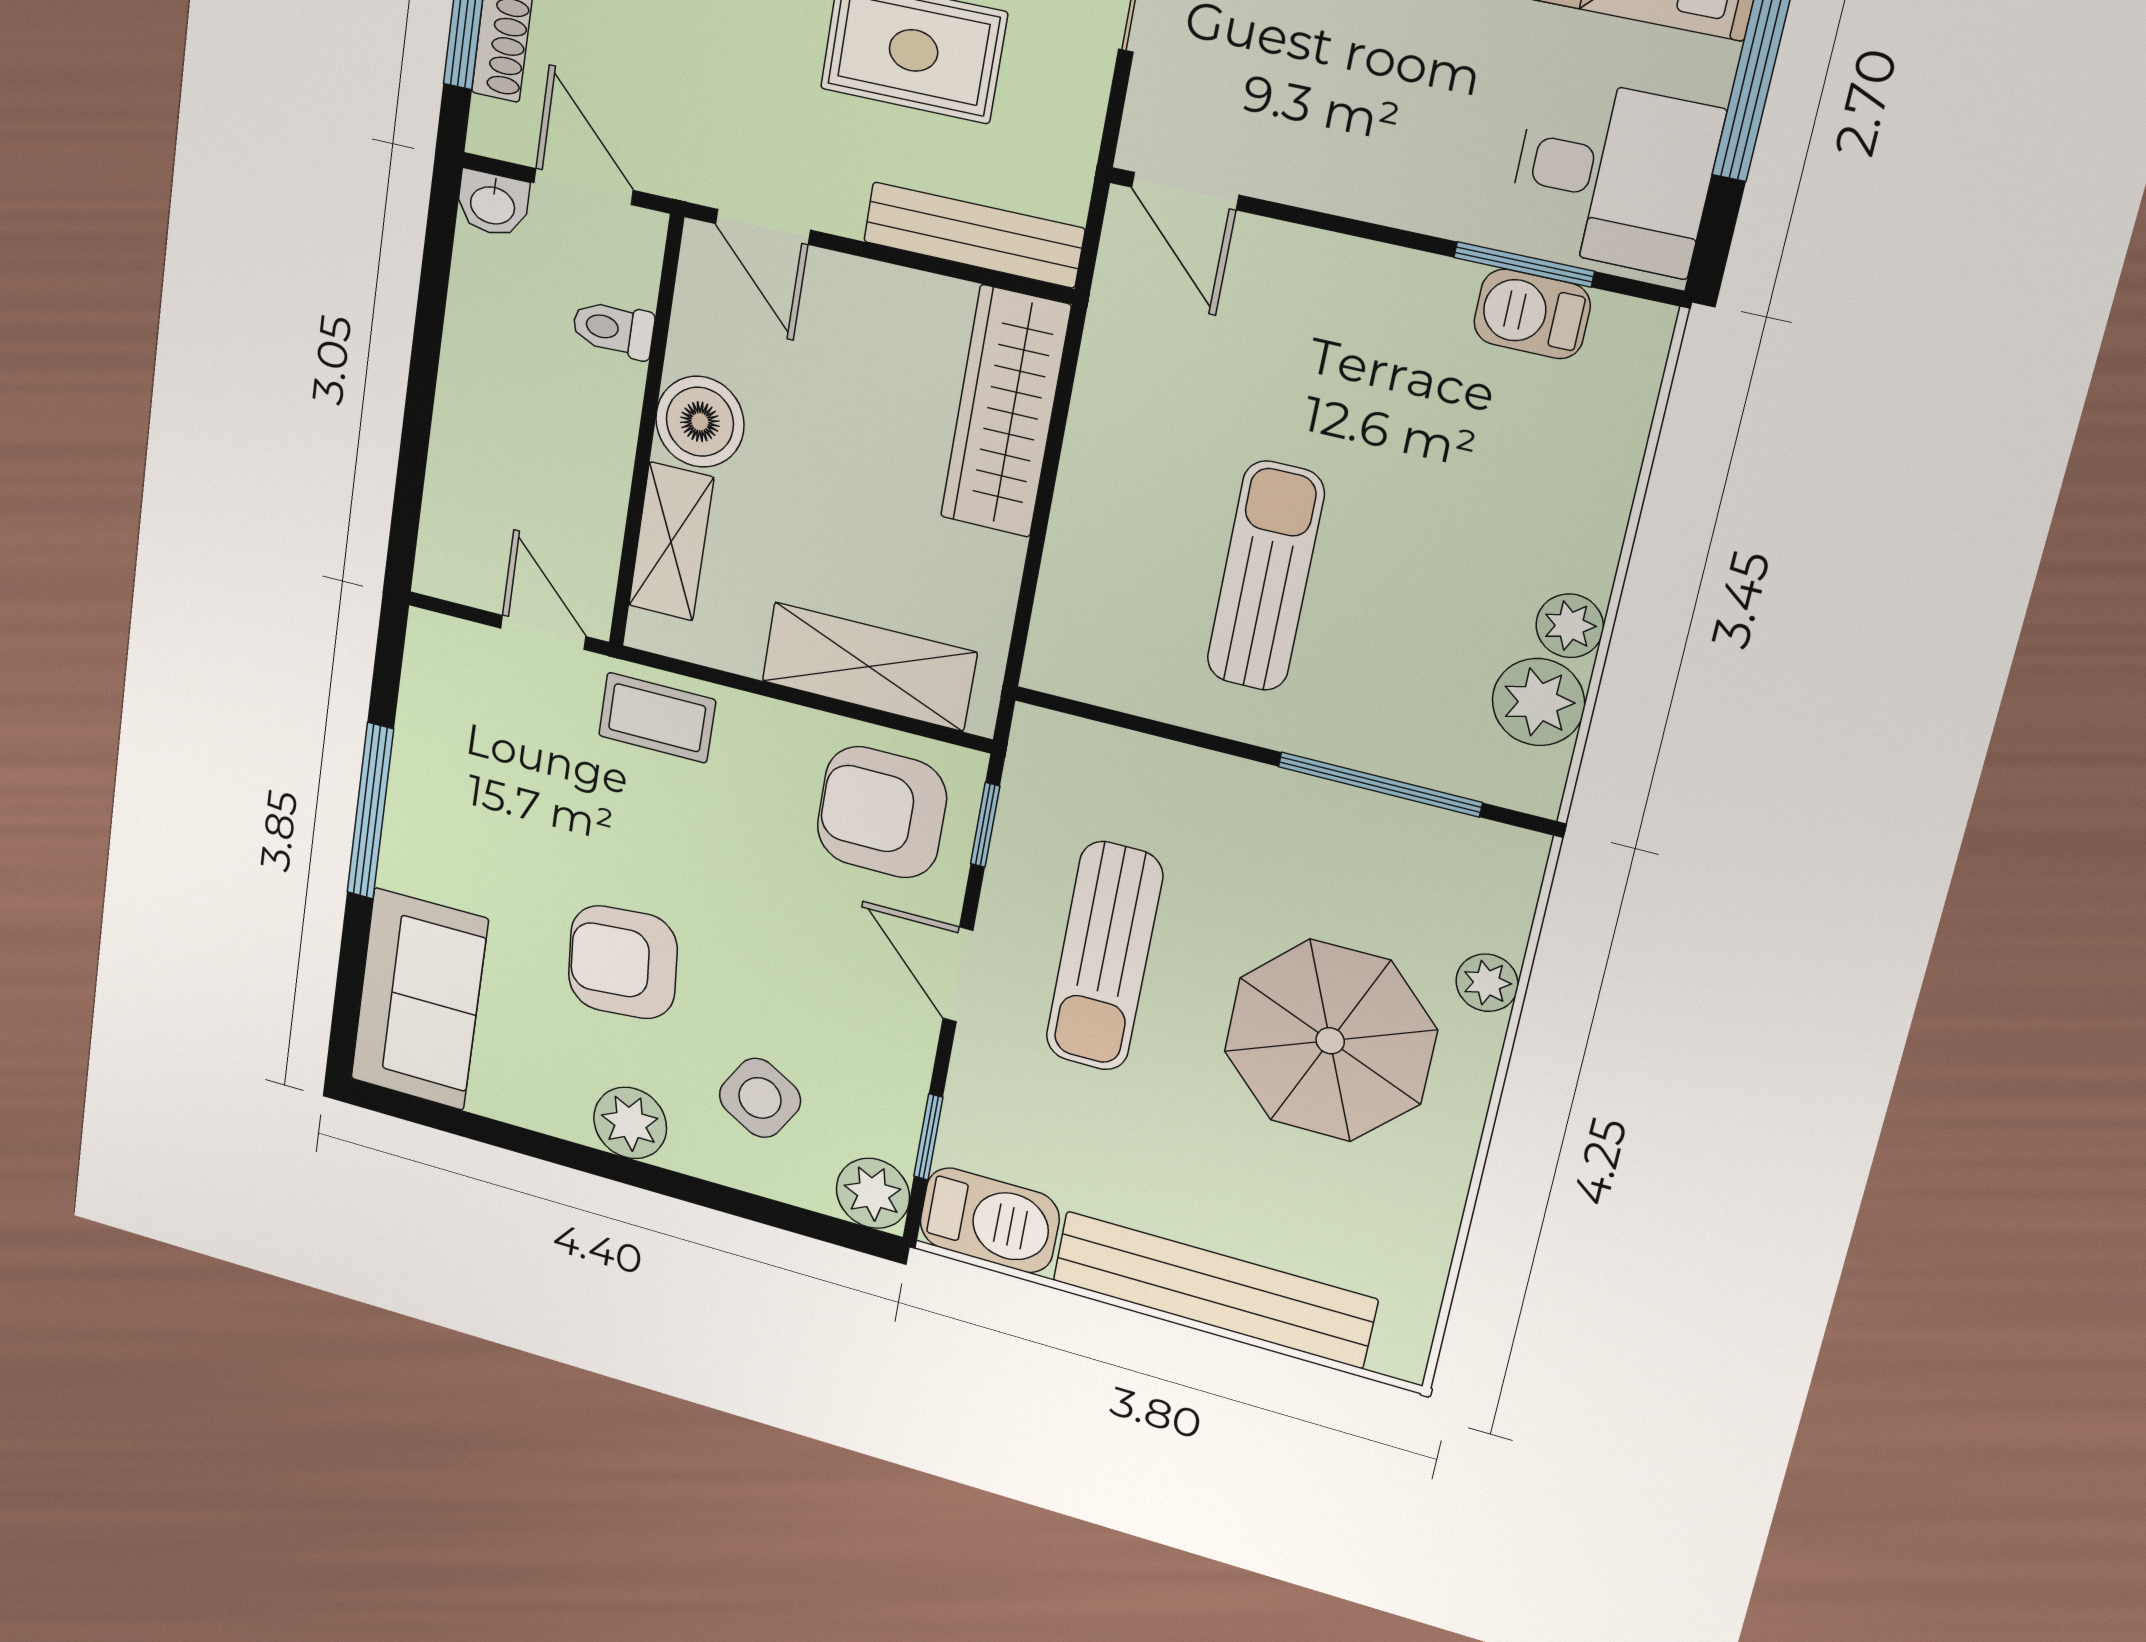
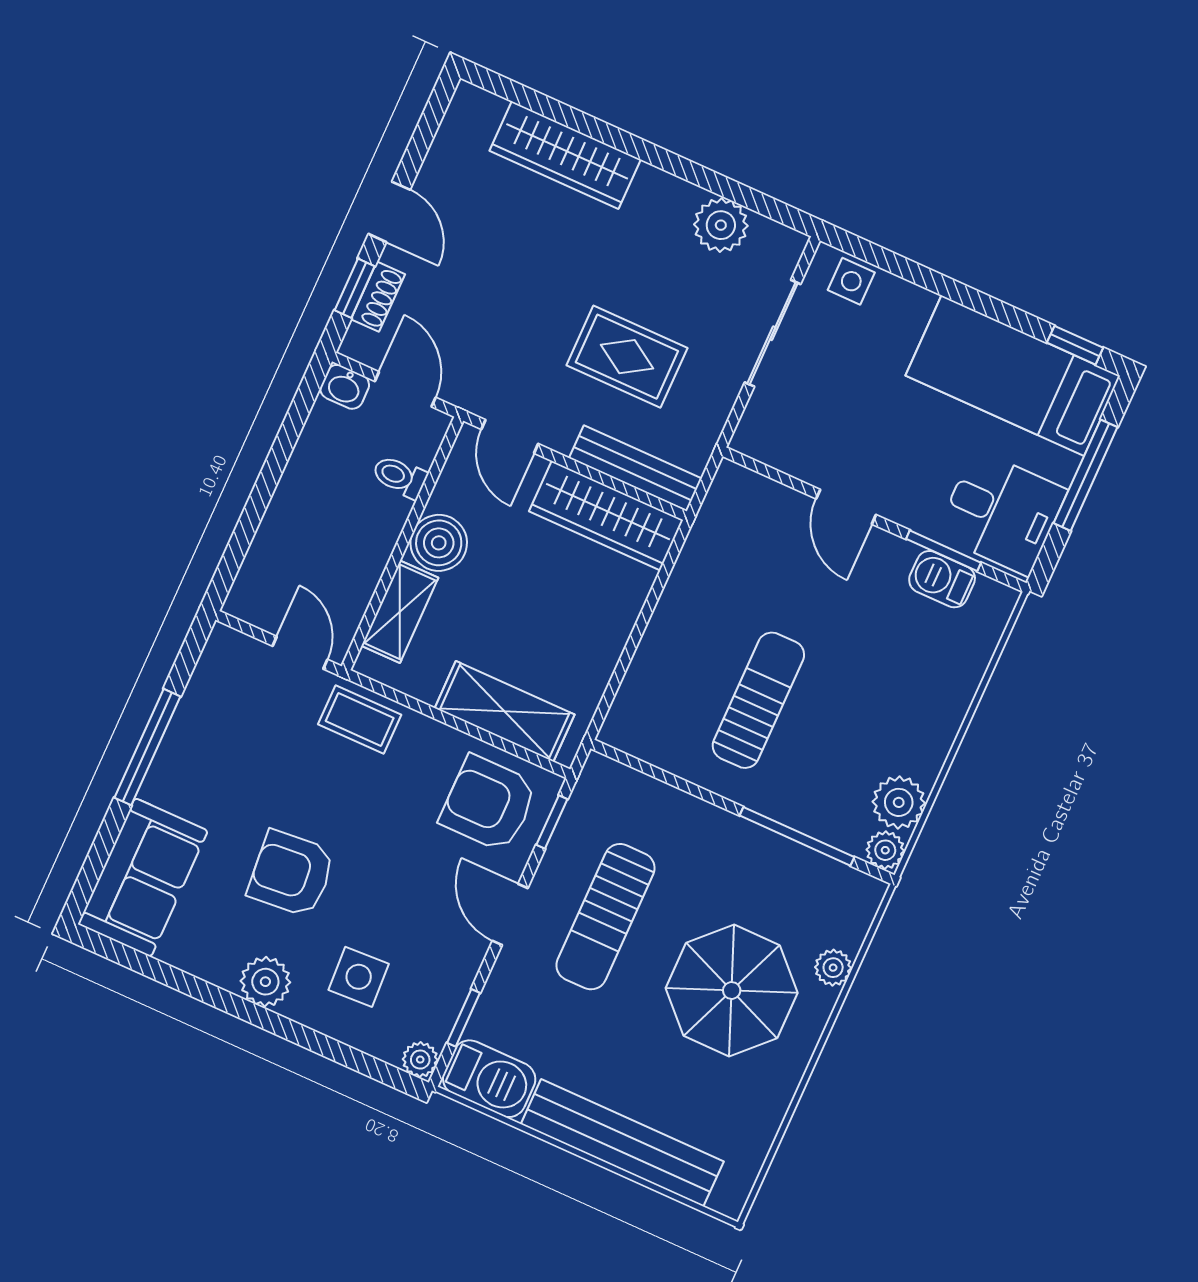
door: (1185, 191) -> (846, 507), moved
wardrobe: (1005, 412) -> (606, 516), moved, turned -90
plant: (1570, 626) -> (885, 850), moved
side table: (760, 1098) -> (359, 977), turned -33
plant: (873, 1193) -> (420, 1060), width x0.73, depth x0.73

